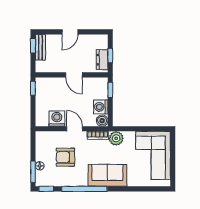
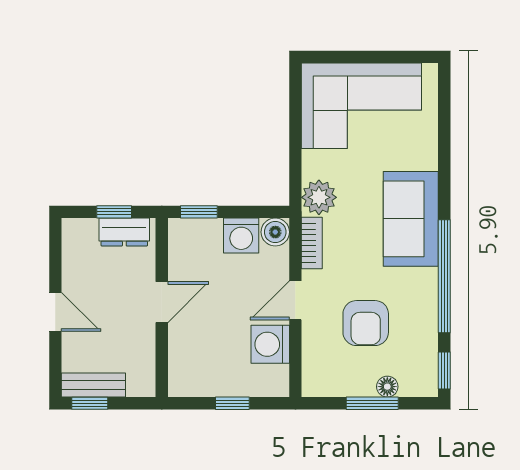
window: (33, 88) -> (232, 403), moved
window: (33, 172) -> (372, 403), moved

